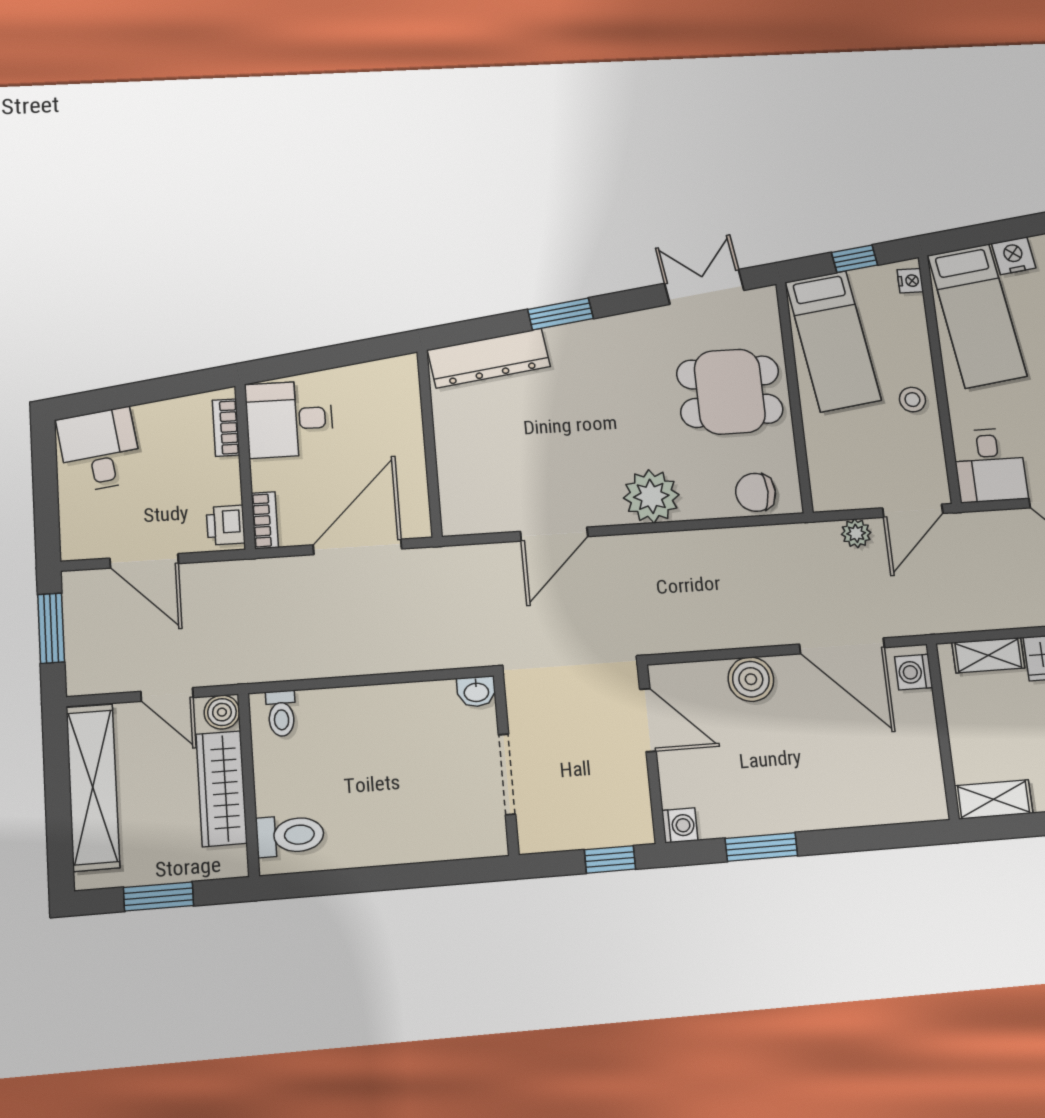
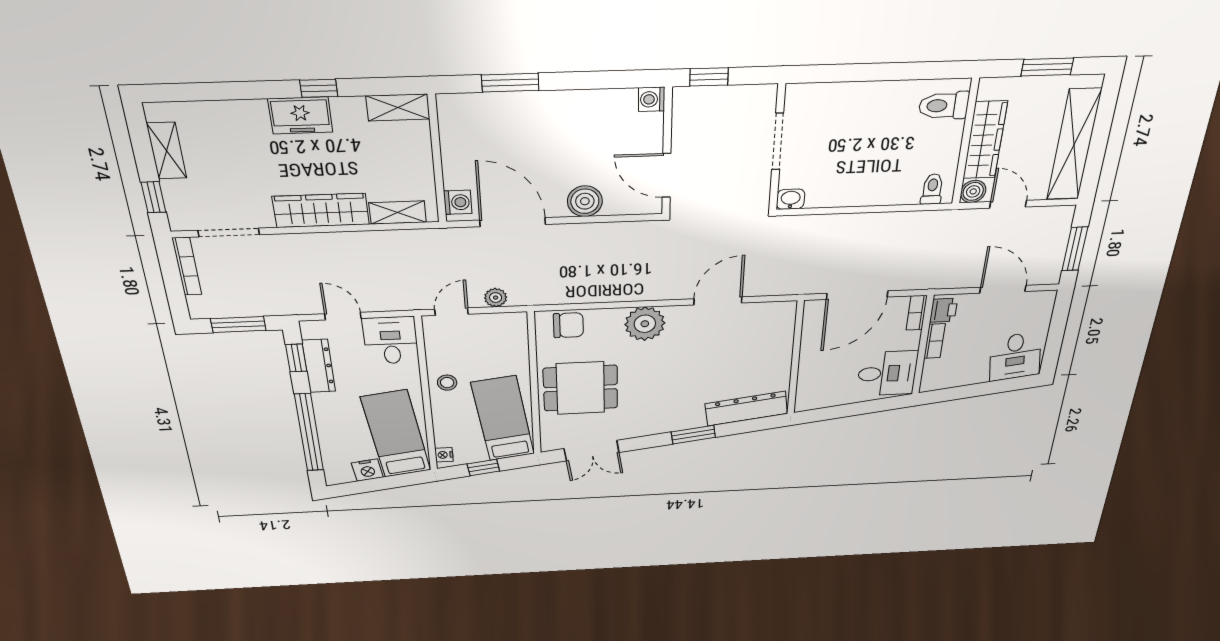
bookcase: (226, 428) -> (934, 341), moved
door: (913, 511) -> (451, 312), width x0.73
window: (761, 847) -> (510, 83), moved

